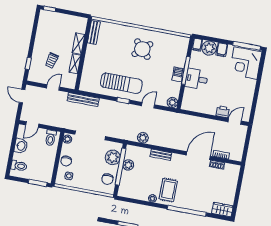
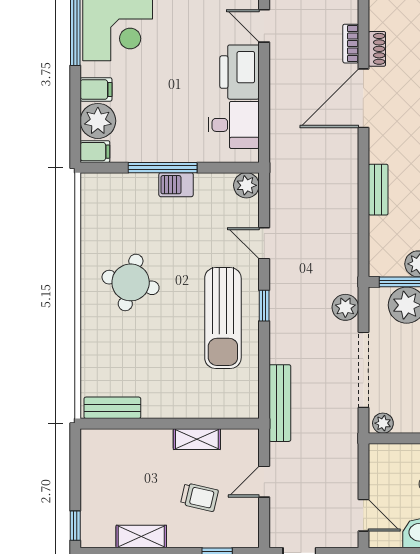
shelving: (78, 44) -> (141, 536), moved
round table: (142, 49) -> (131, 282), turned -33
desk: (197, 79) -> (234, 125), moved, turned -90
sun lounger: (121, 83) -> (223, 318), turned 180
door: (53, 87) -> (264, 482), hinge flipped
printer: (223, 112) -> (240, 72), width x1.87, depth x1.48
toilet: (51, 138) -> (387, 465), removed
plant: (143, 138) -> (345, 307), moved
door: (198, 156) -> (363, 98), hinge flipped

